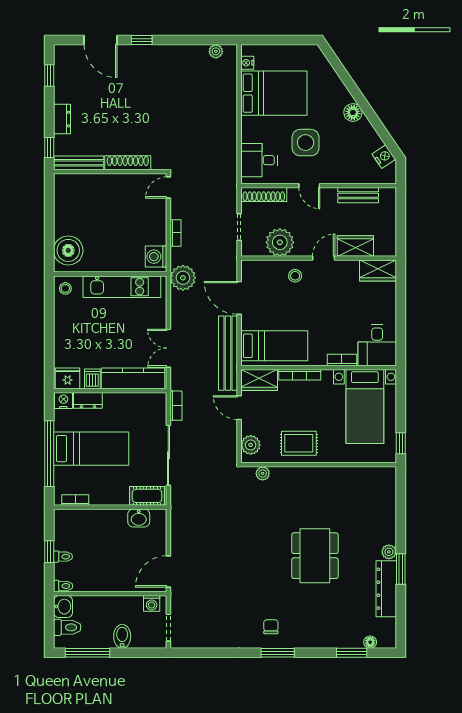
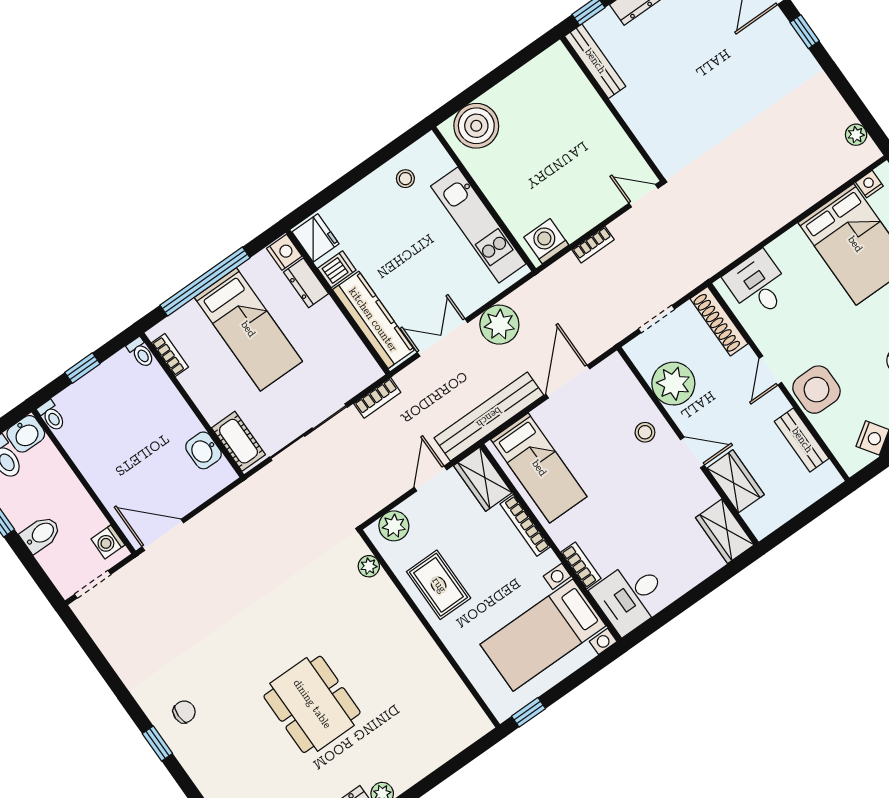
side table: (306, 143) -> (816, 390), moved
shoe rack: (128, 163) -> (639, 123), removed
plant: (183, 278) -> (499, 325), moved
stool: (65, 288) -> (405, 179), moved
dining table: (315, 556) -> (312, 704), turned 90
toilet: (63, 557) -> (141, 353), moved
window: (278, 653) -> (157, 744), width x0.67

